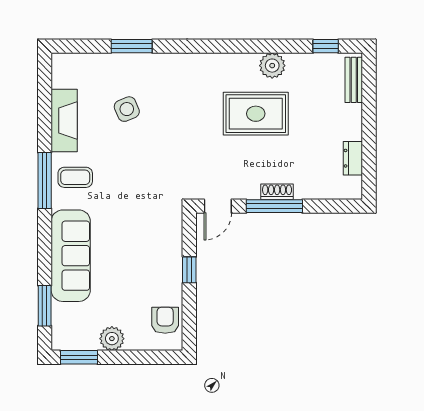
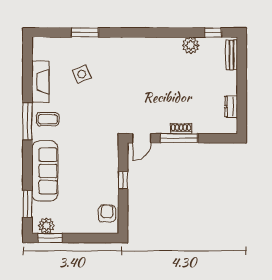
plant: (272, 66) -> (191, 45), moved
rug: (256, 114) -> (167, 77), removed
plant: (112, 339) -> (46, 226), moved

